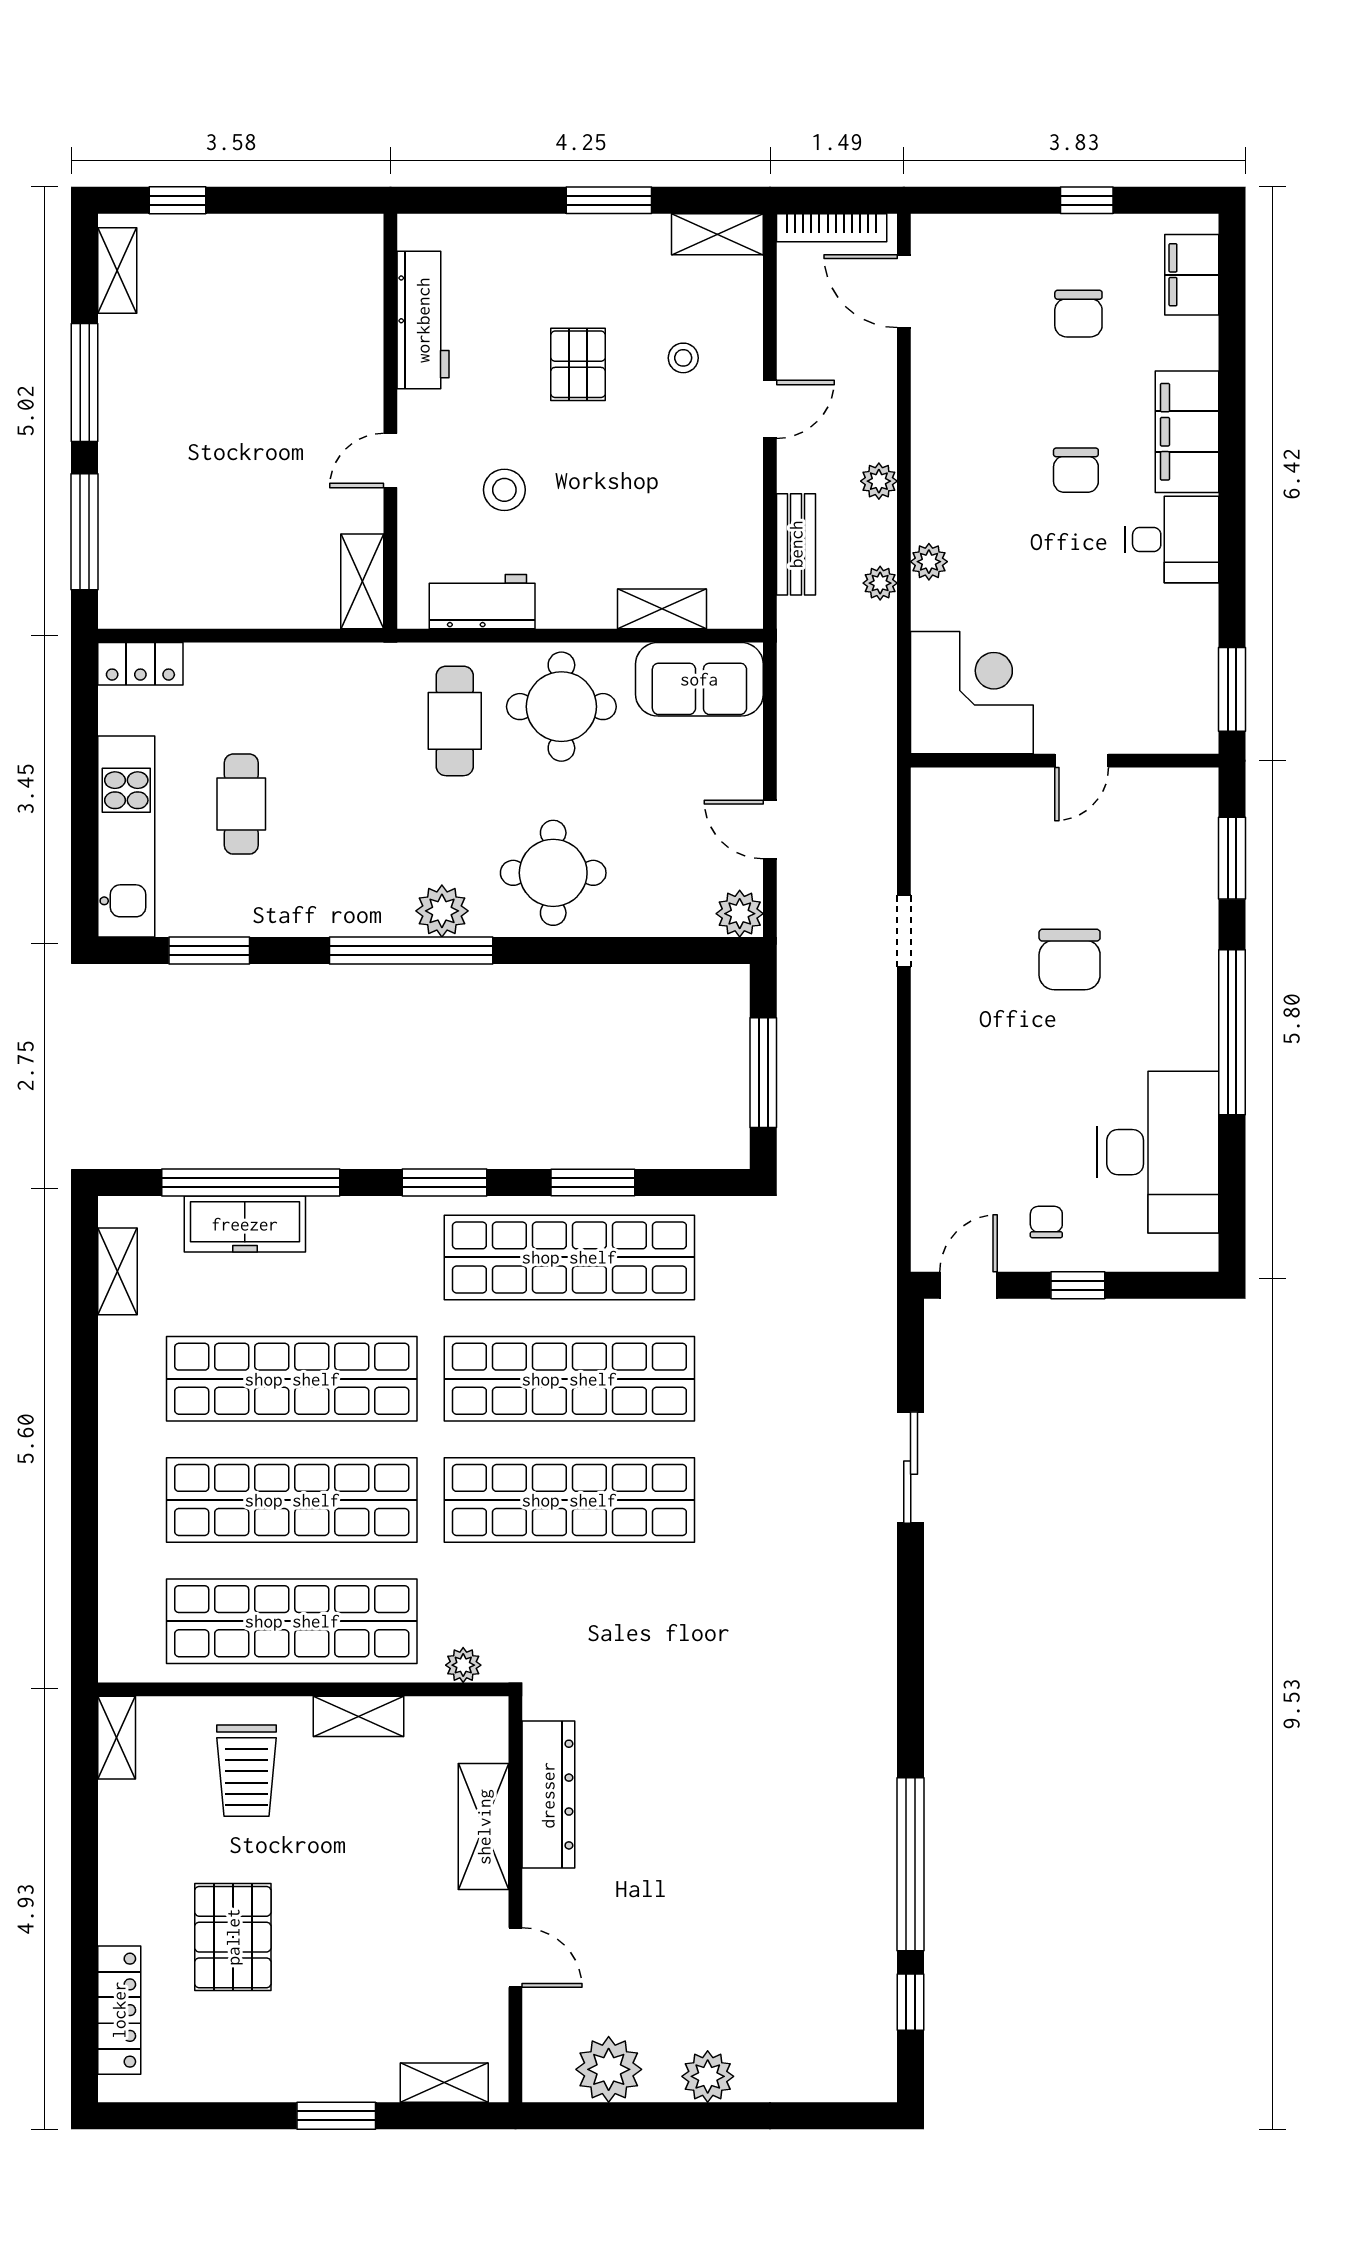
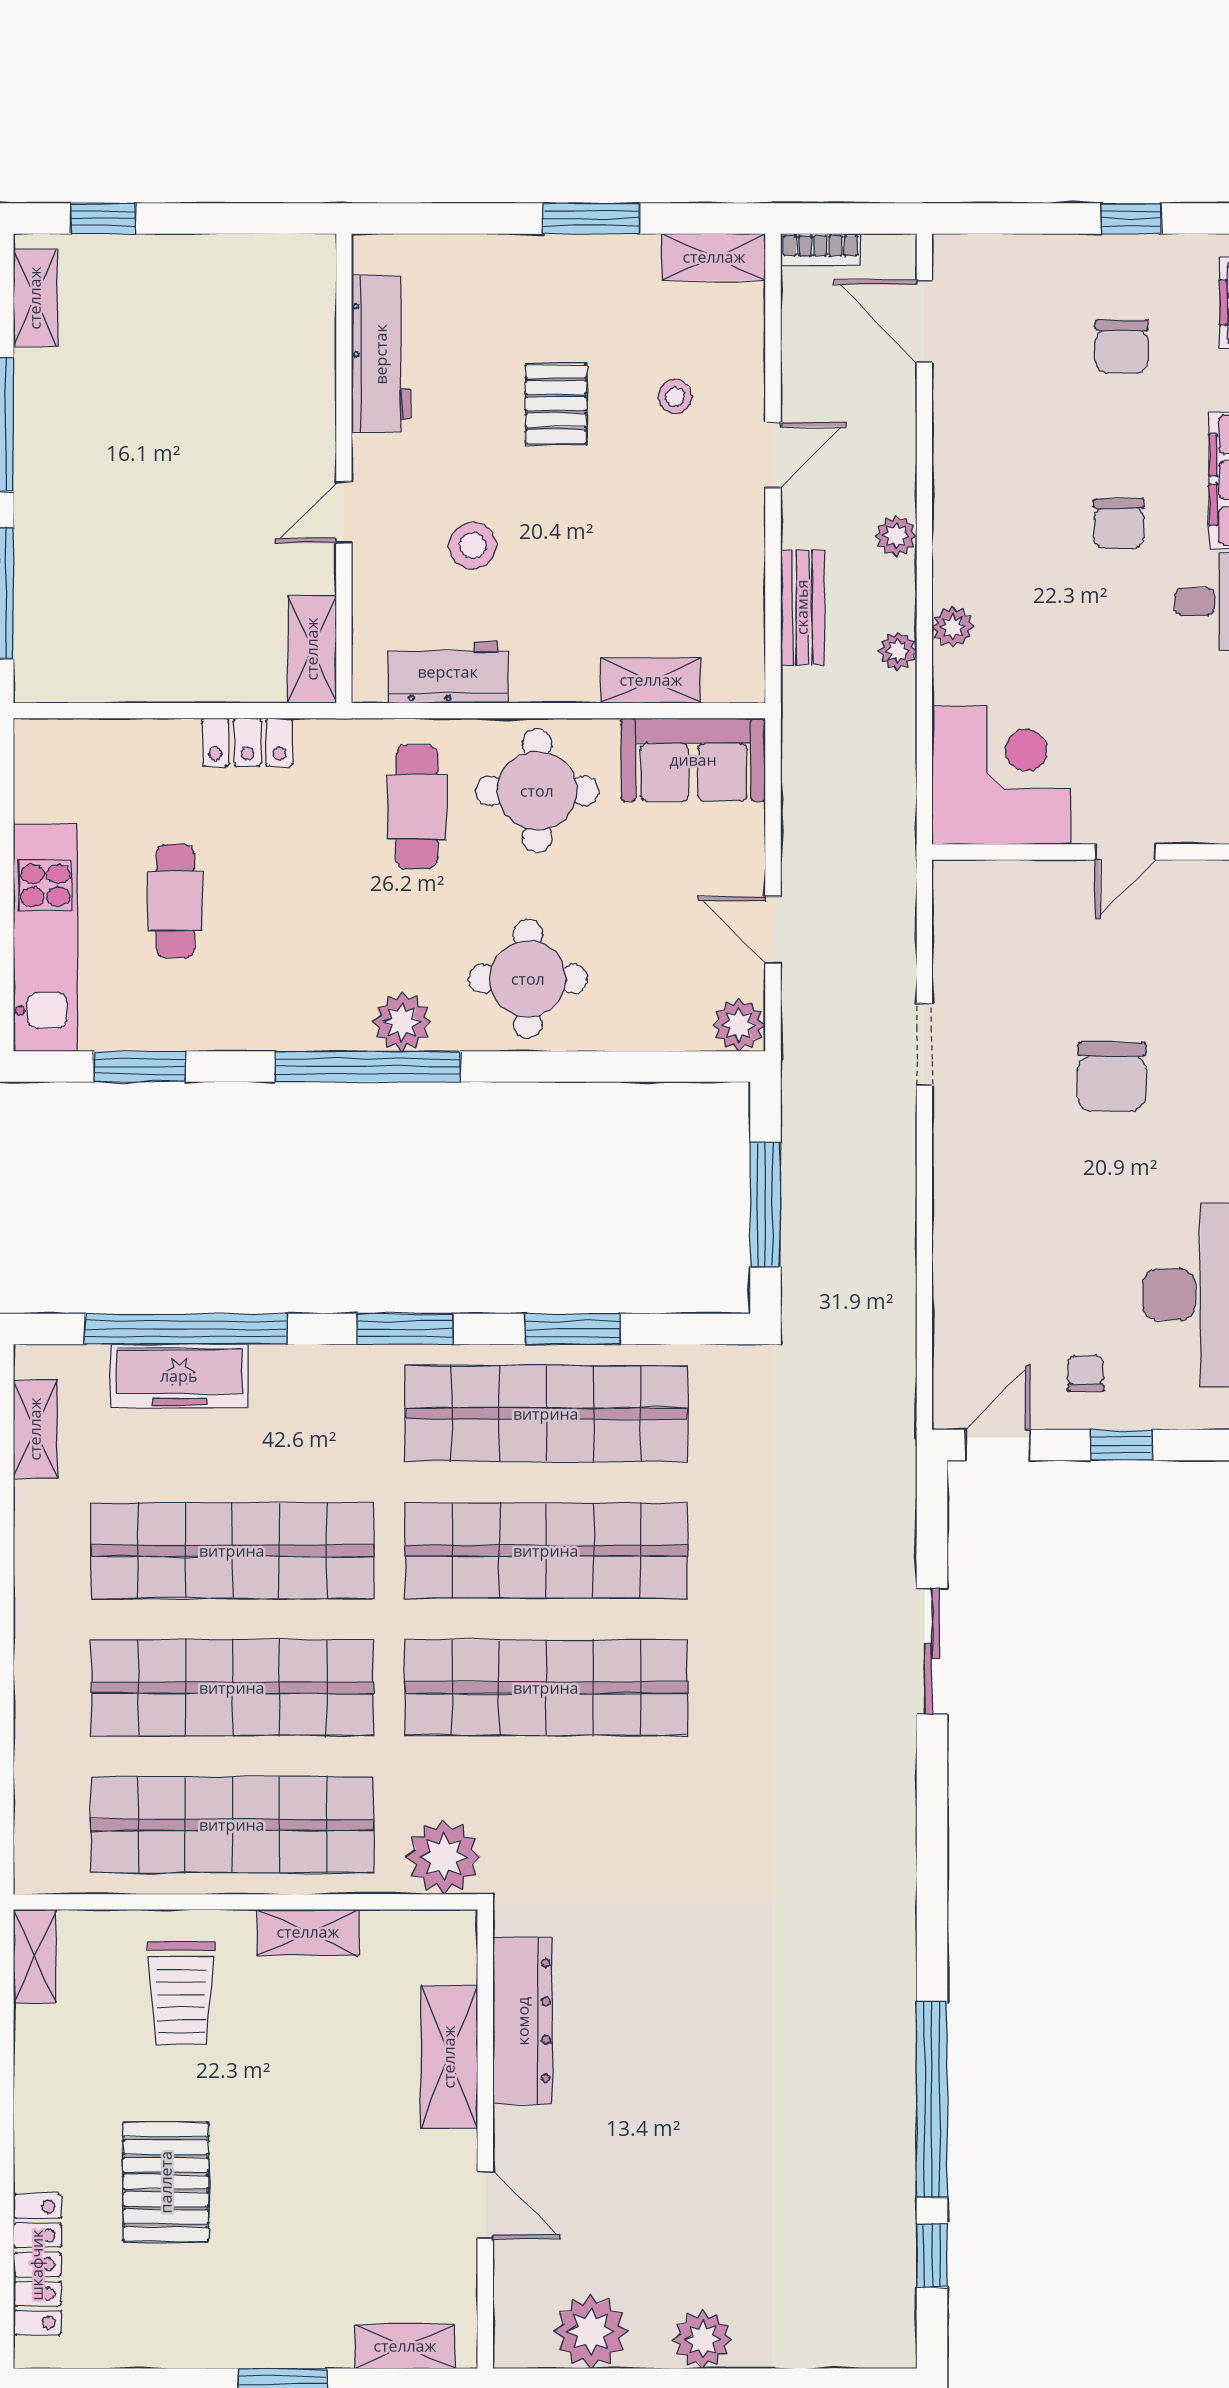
bookcase: (832, 228) -> (820, 250), width x0.64
locker: (140, 664) -> (247, 742), moved
plant: (463, 1665) -> (444, 1857), width x1.87, depth x1.87

